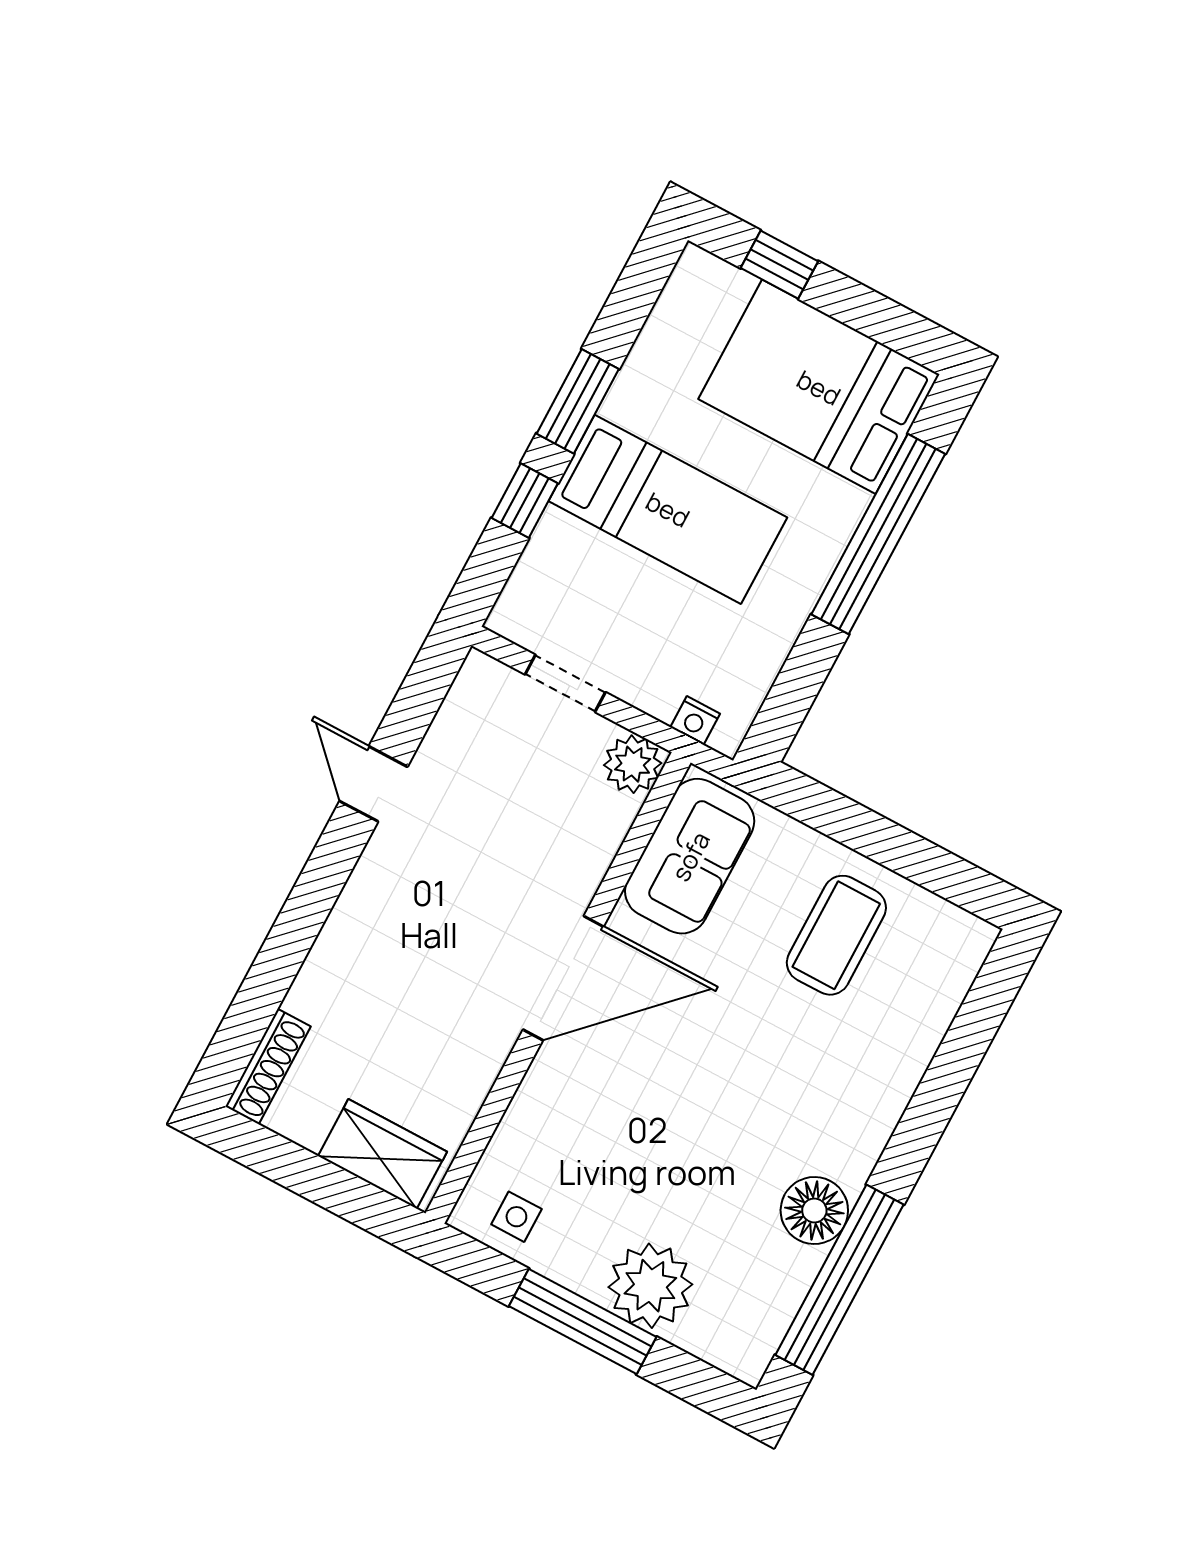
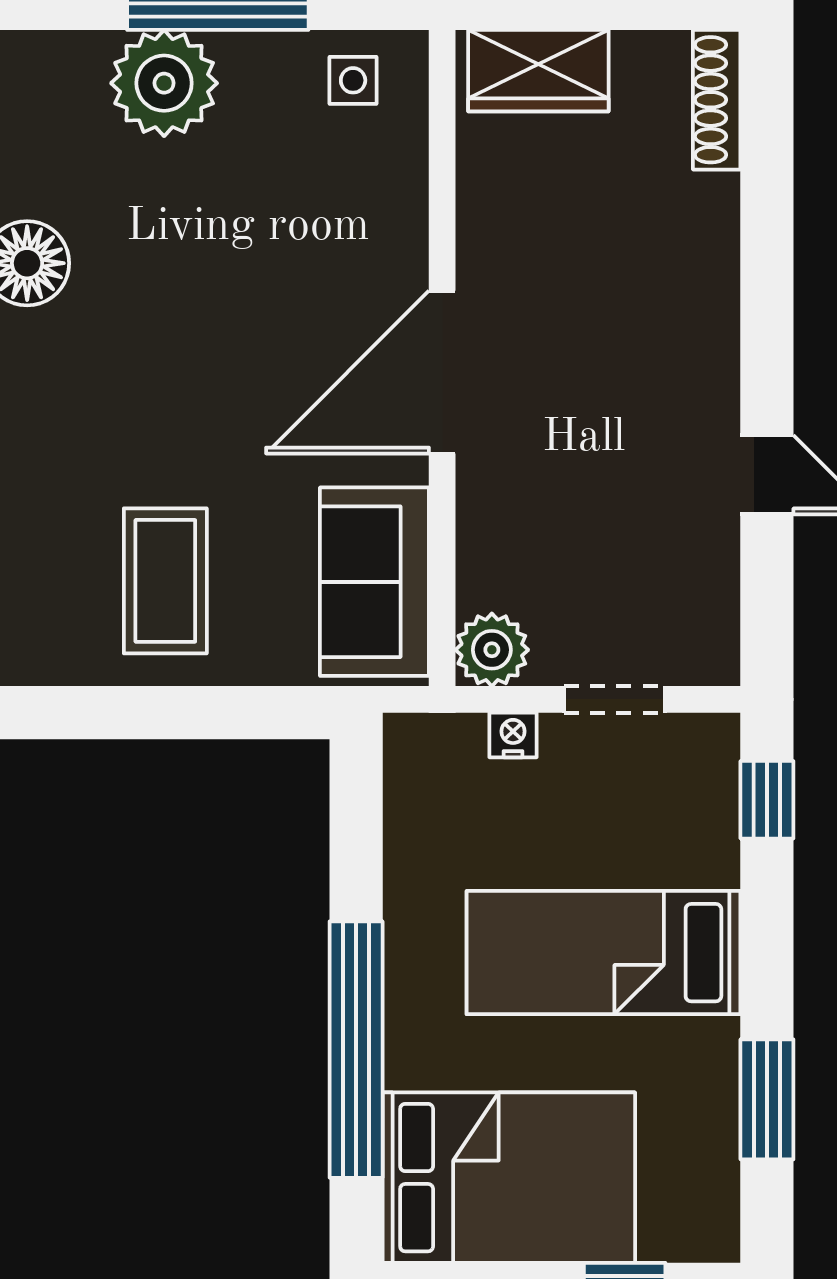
window: (578, 401) -> (767, 1099), moved
window: (525, 501) -> (767, 800), moved
nightstand: (695, 720) -> (513, 735), moved

